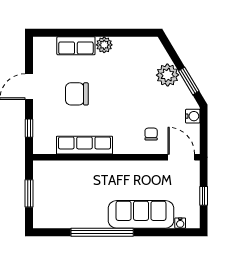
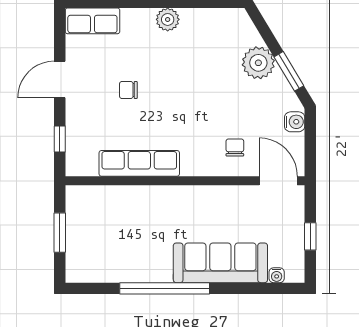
row of seats: (76, 46) -> (92, 21), moved
chair: (77, 94) -> (128, 90), width x0.54, depth x0.54

